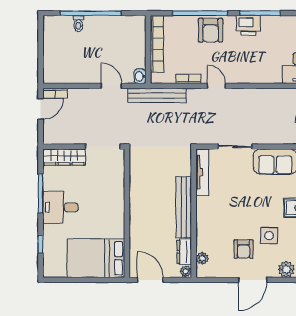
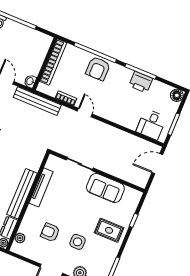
printer: (248, 25) -> (141, 82), moved
tv unit: (202, 172) -> (41, 187), moved
armchair: (244, 249) -> (50, 232), moved, turned 90

